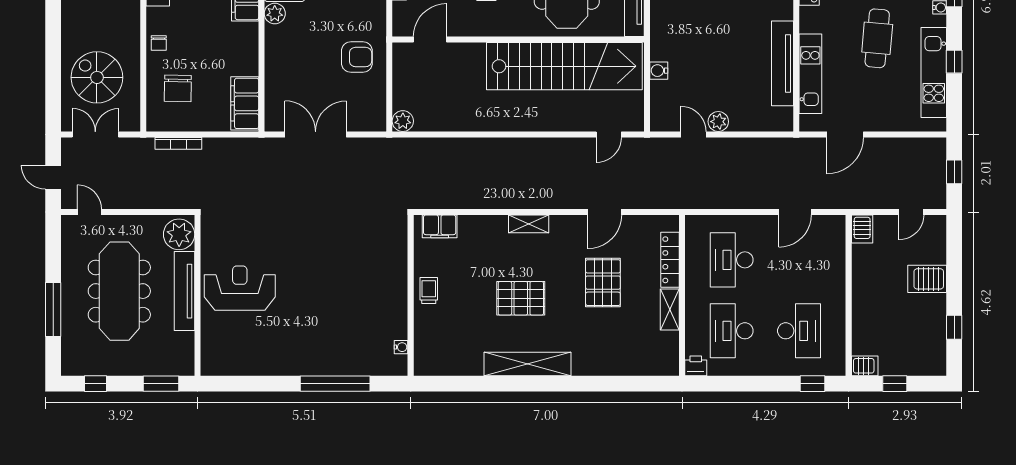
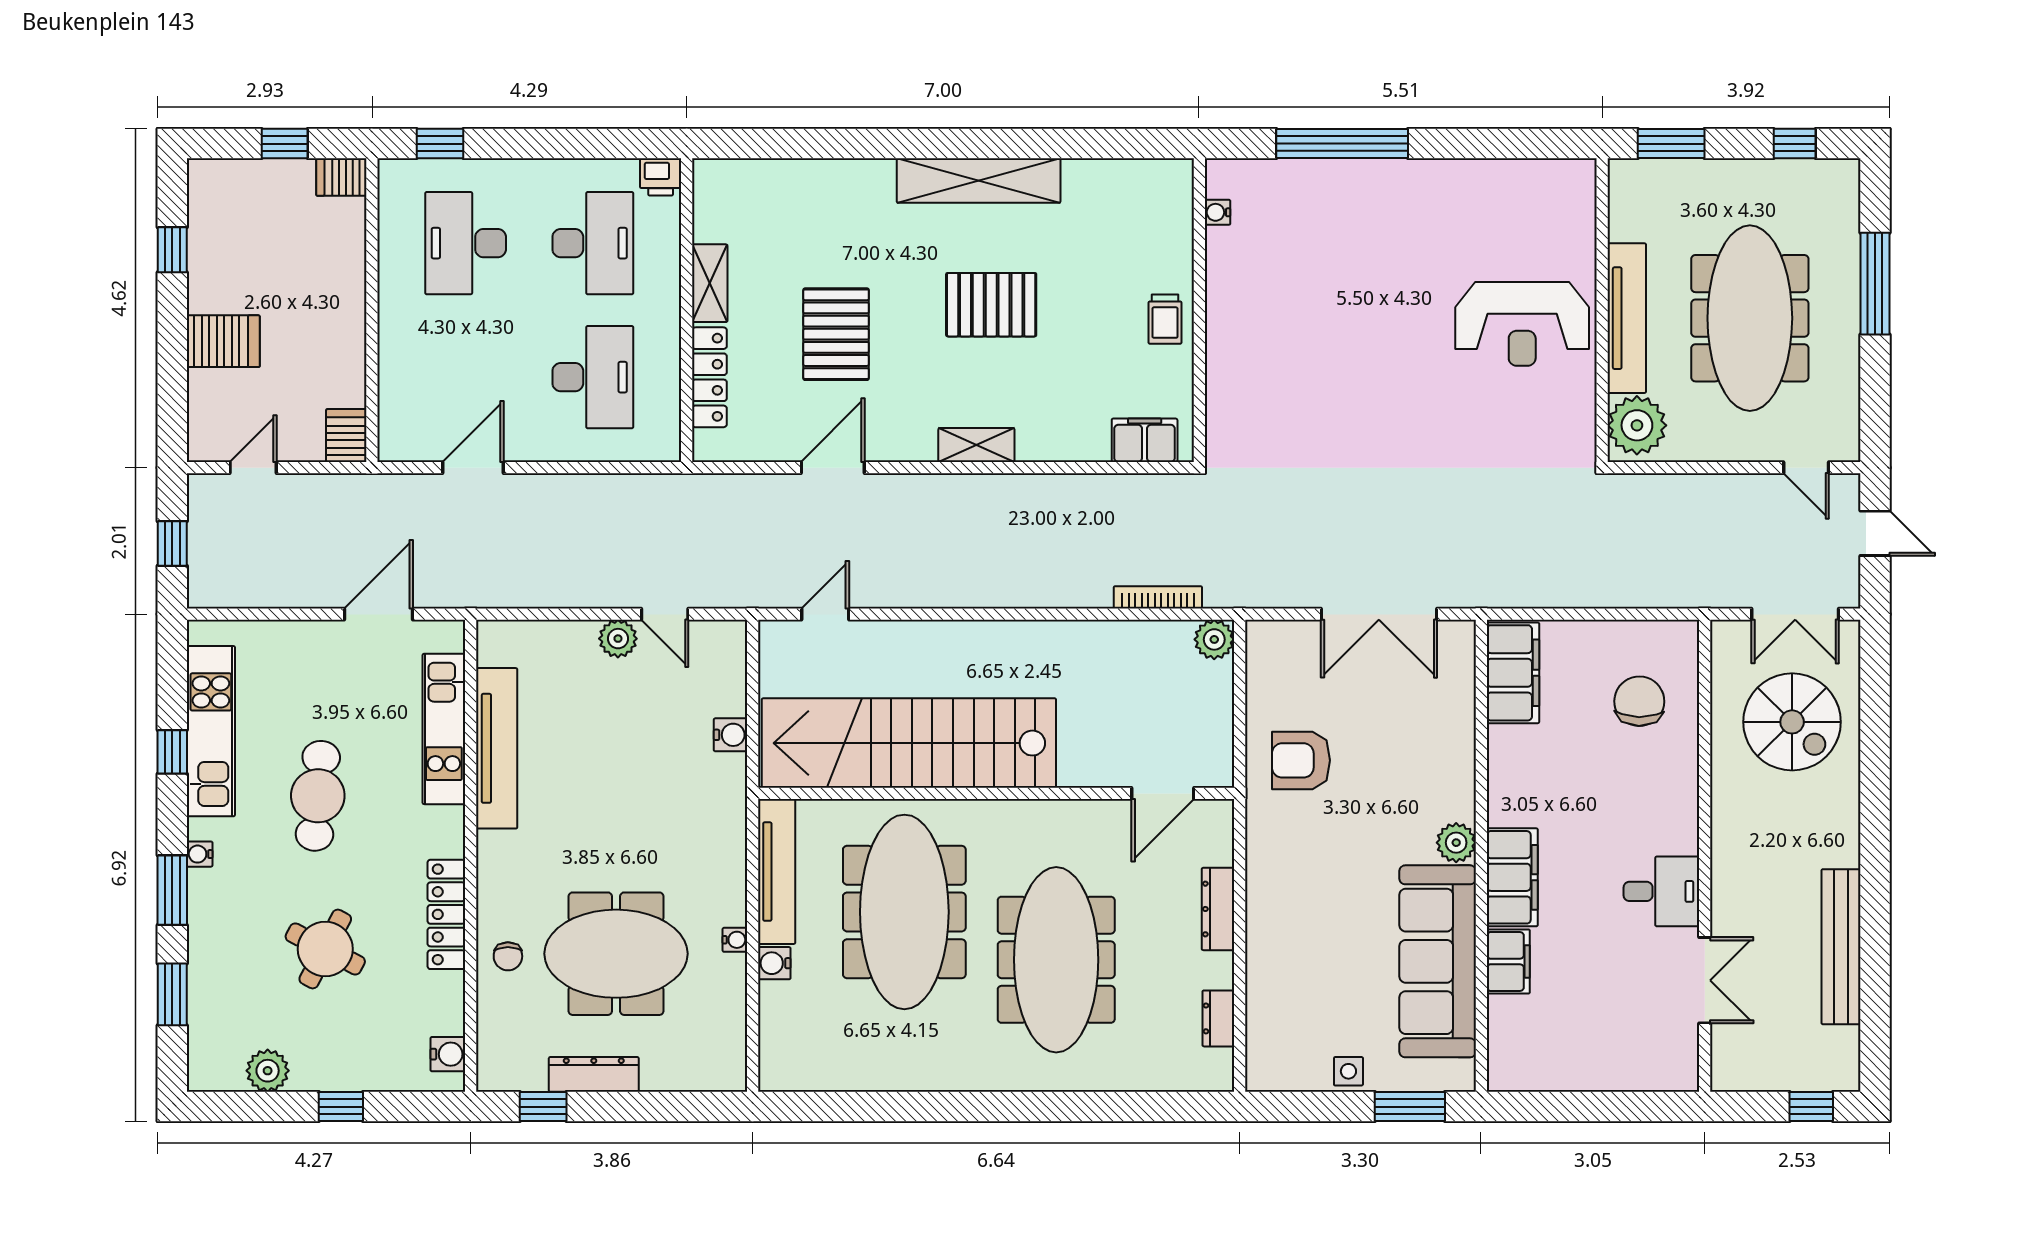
chair: (159, 43) -> (1675, 787), removed
bookcase: (178, 143) -> (1158, 597), moved

